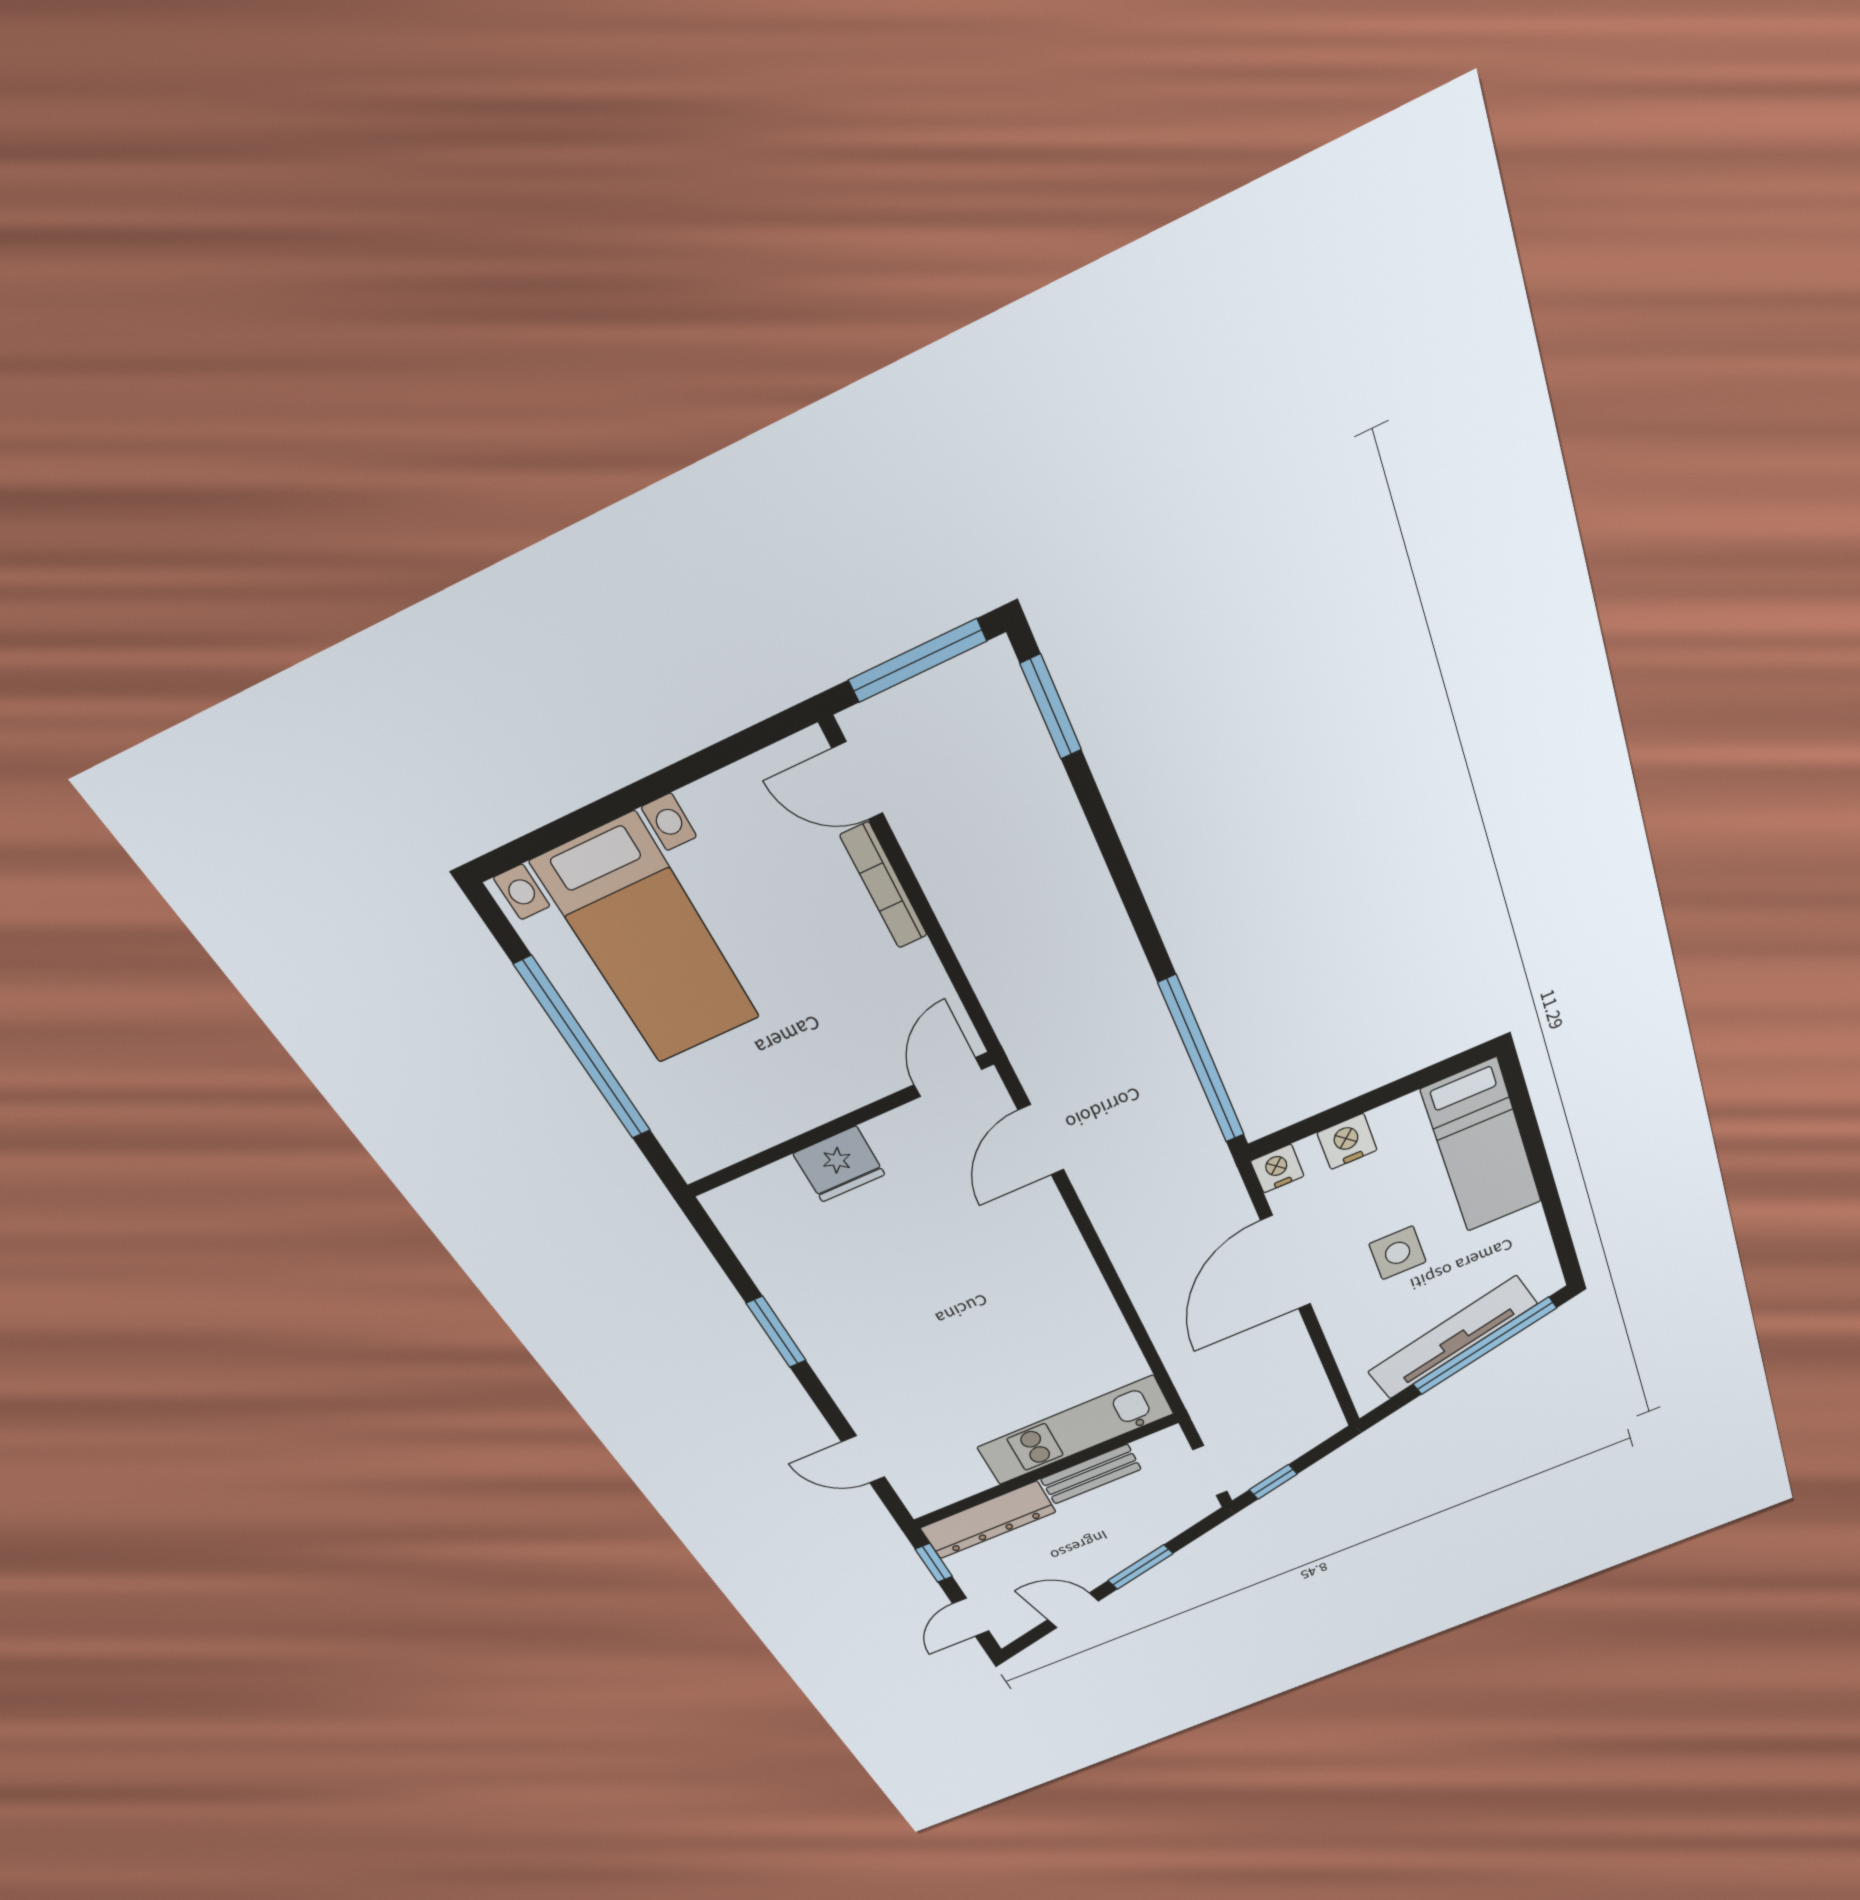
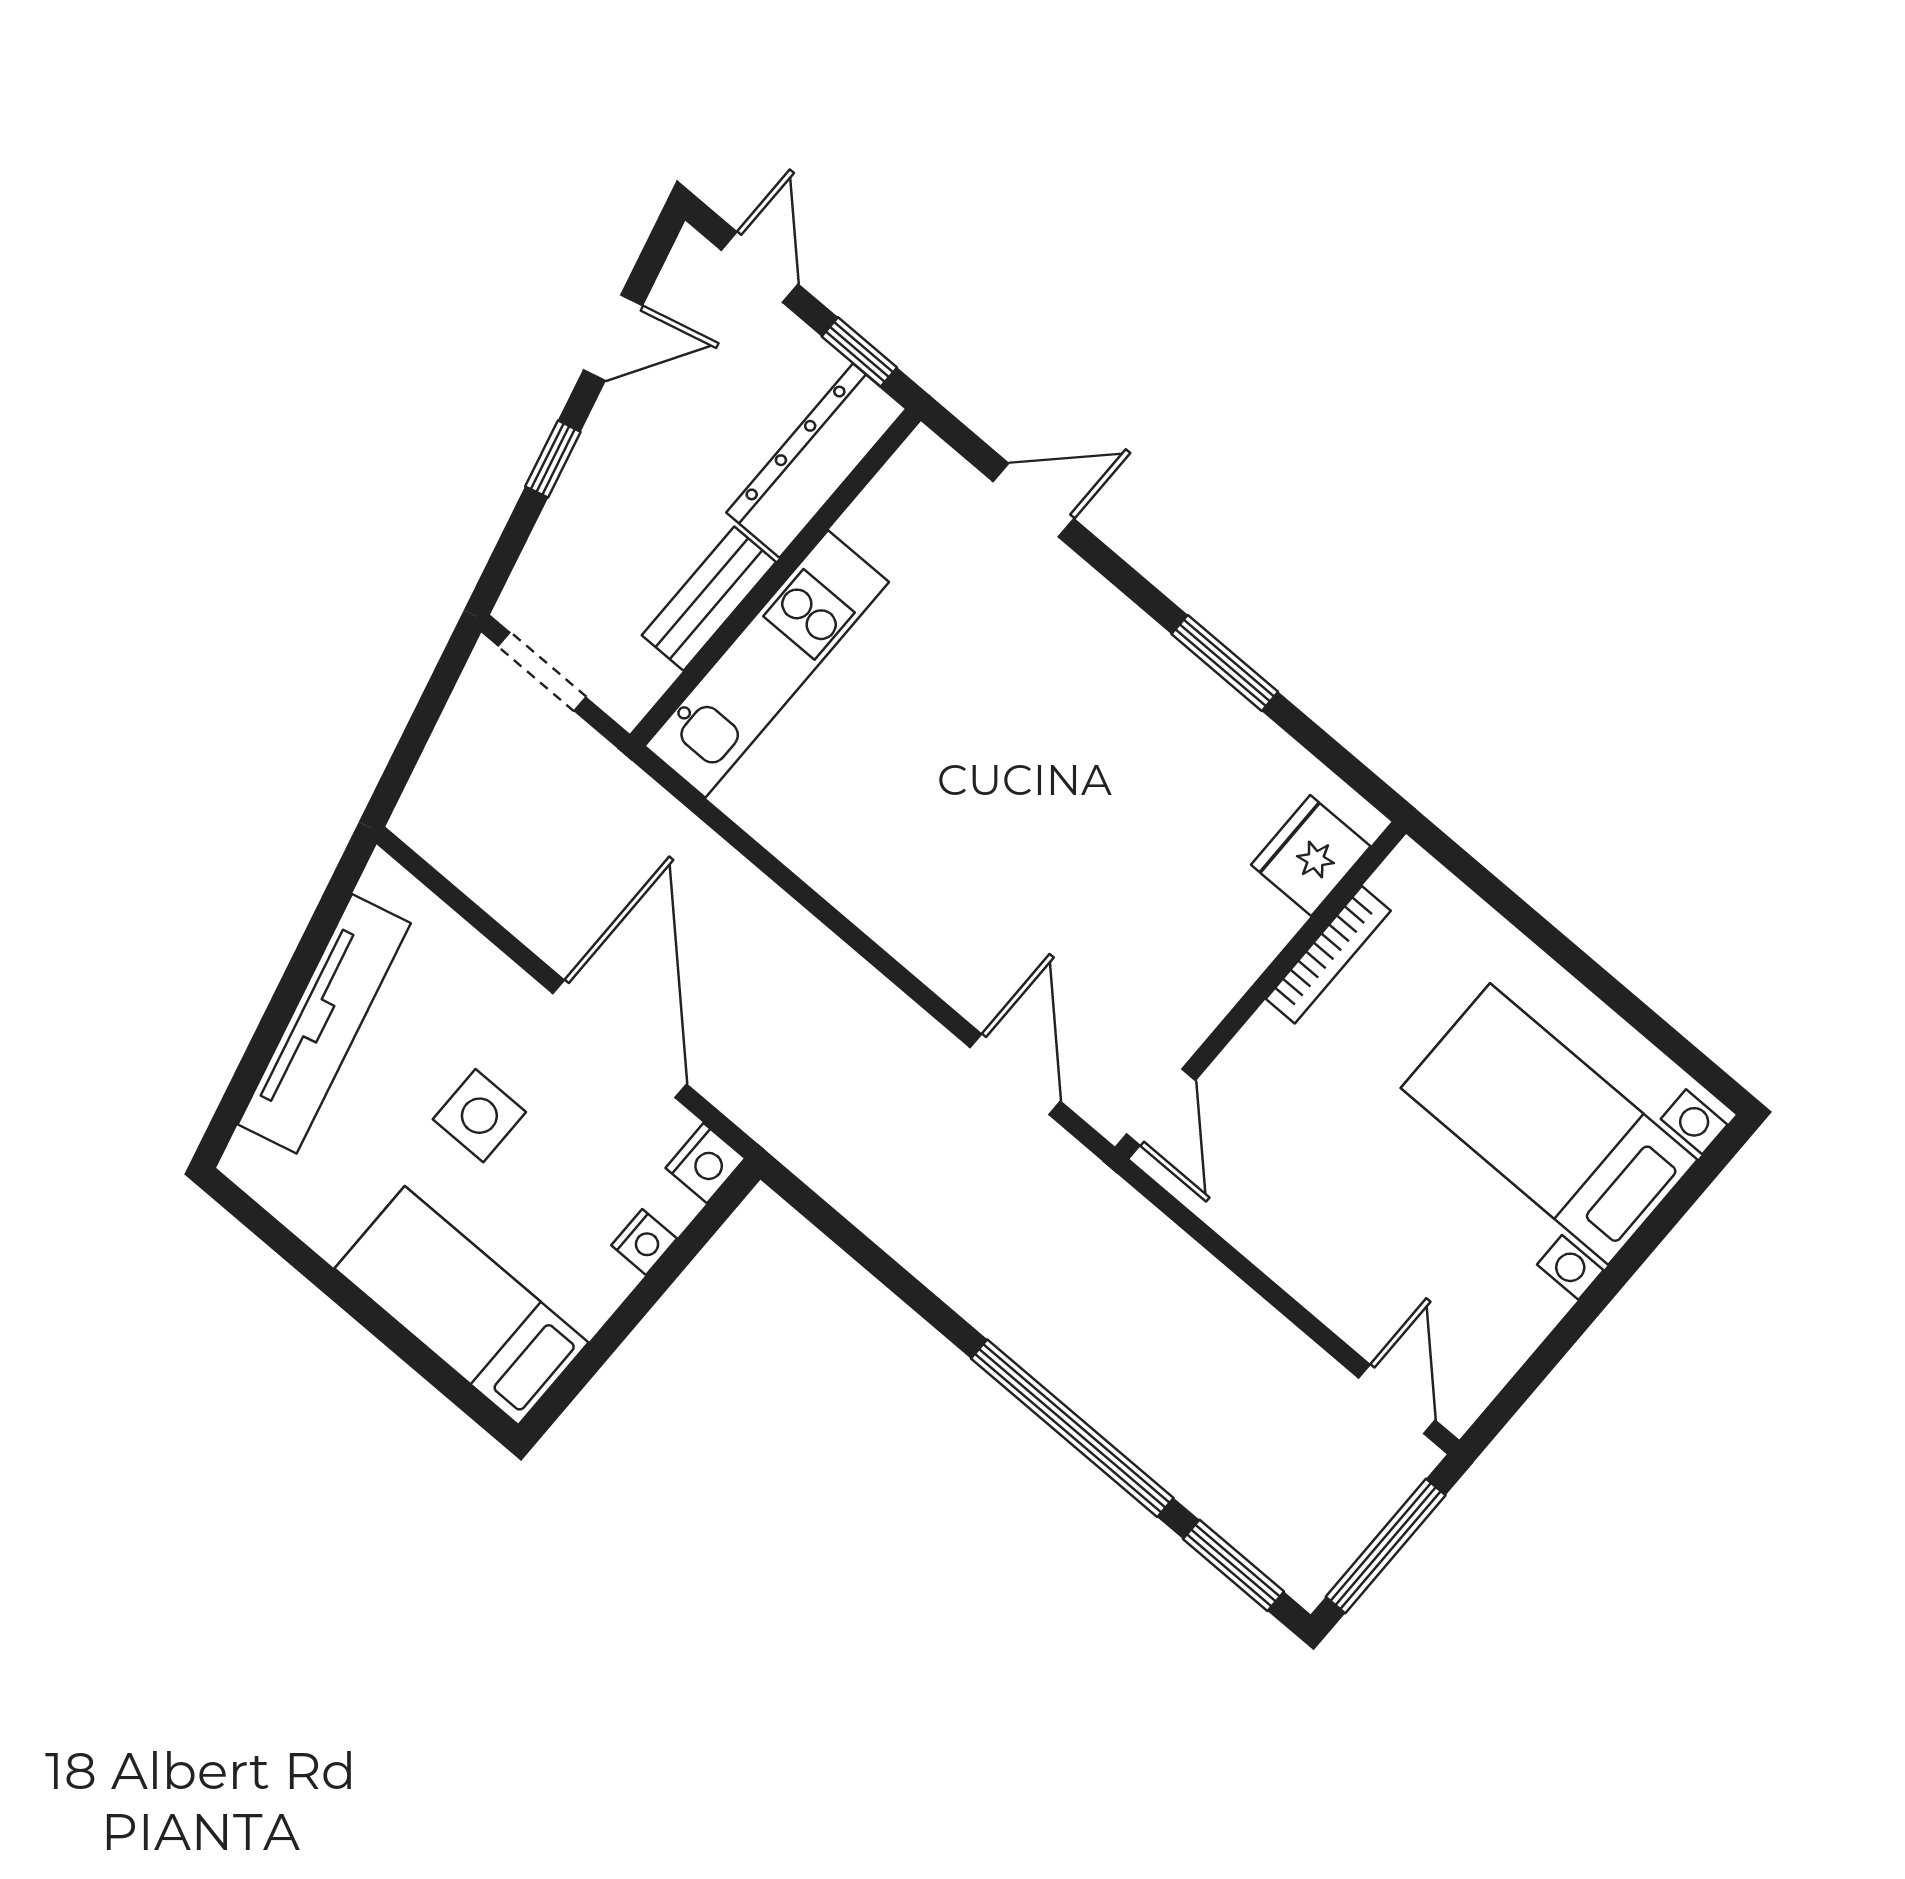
door: (857, 781) -> (1397, 1399), hinge flipped
bookcase: (884, 886) -> (1328, 955), moved, turned 90
window: (584, 1050) -> (1576, 962), removed
window: (1202, 1061) -> (1072, 1428), moved
nightstand: (1347, 1141) -> (644, 1242), width x0.72, depth x0.74
fridge: (839, 1164) -> (1311, 856), moved
window: (1484, 1346) -> (270, 1030), removed
window: (1273, 1482) -> (439, 689), removed
window: (1140, 1567) -> (553, 459), width x0.67

